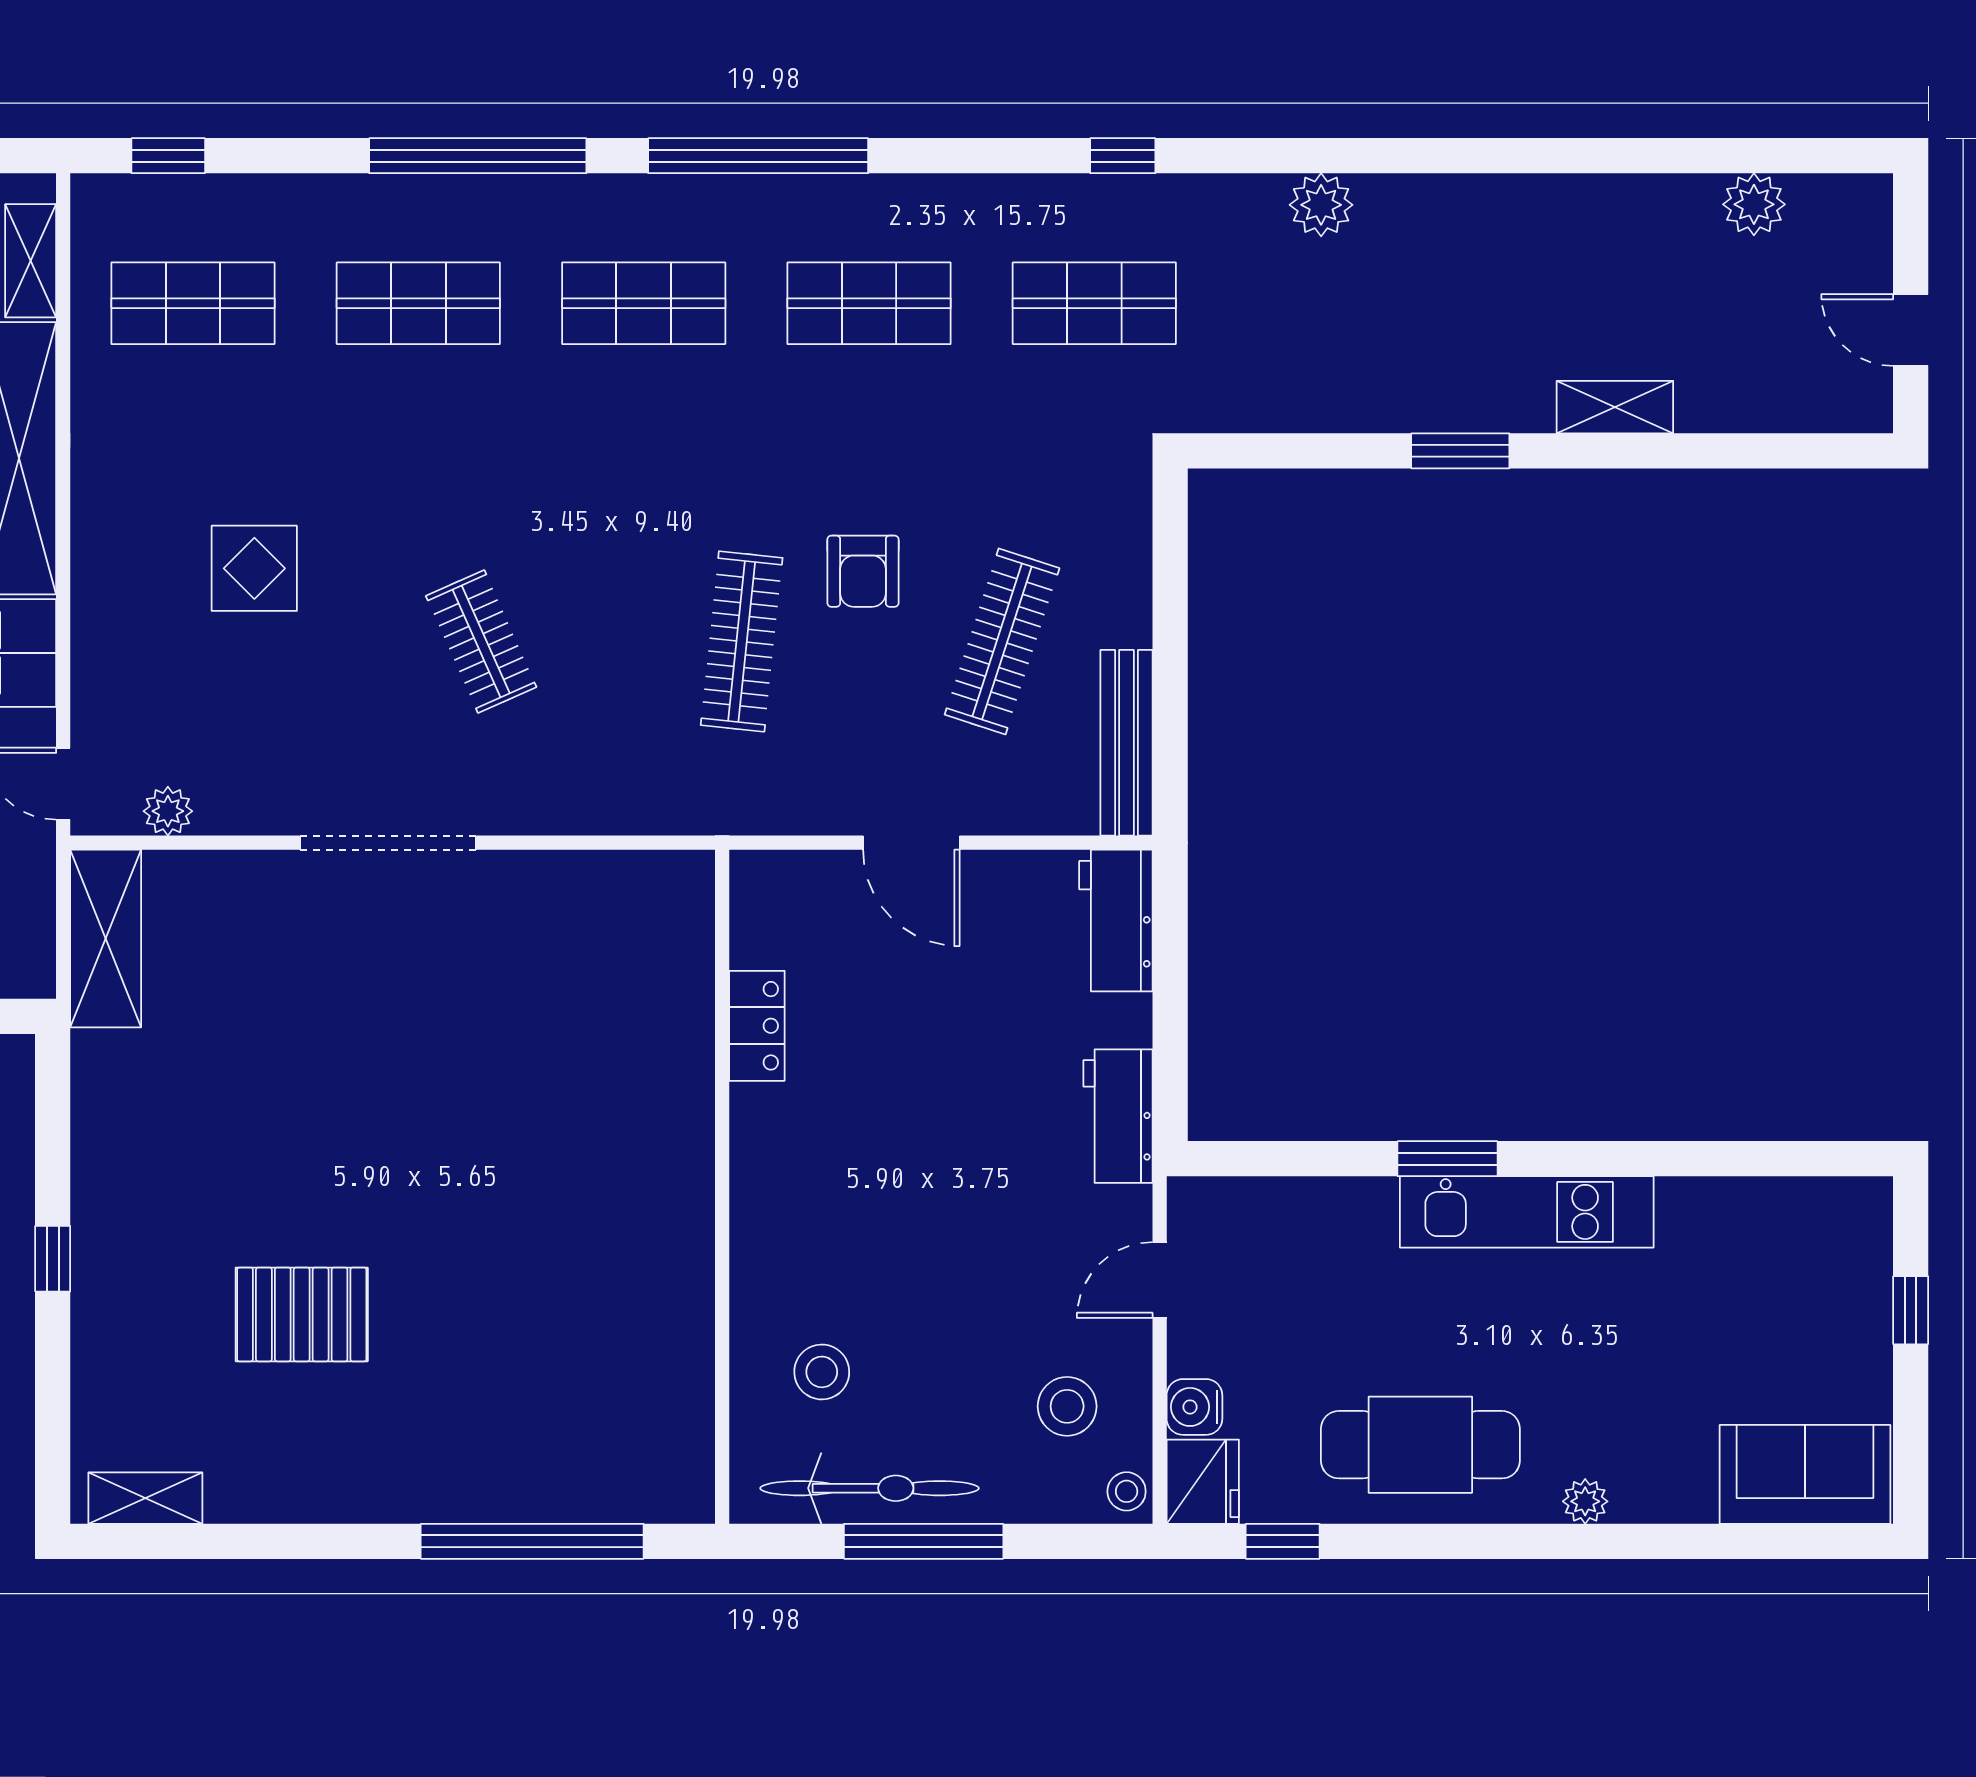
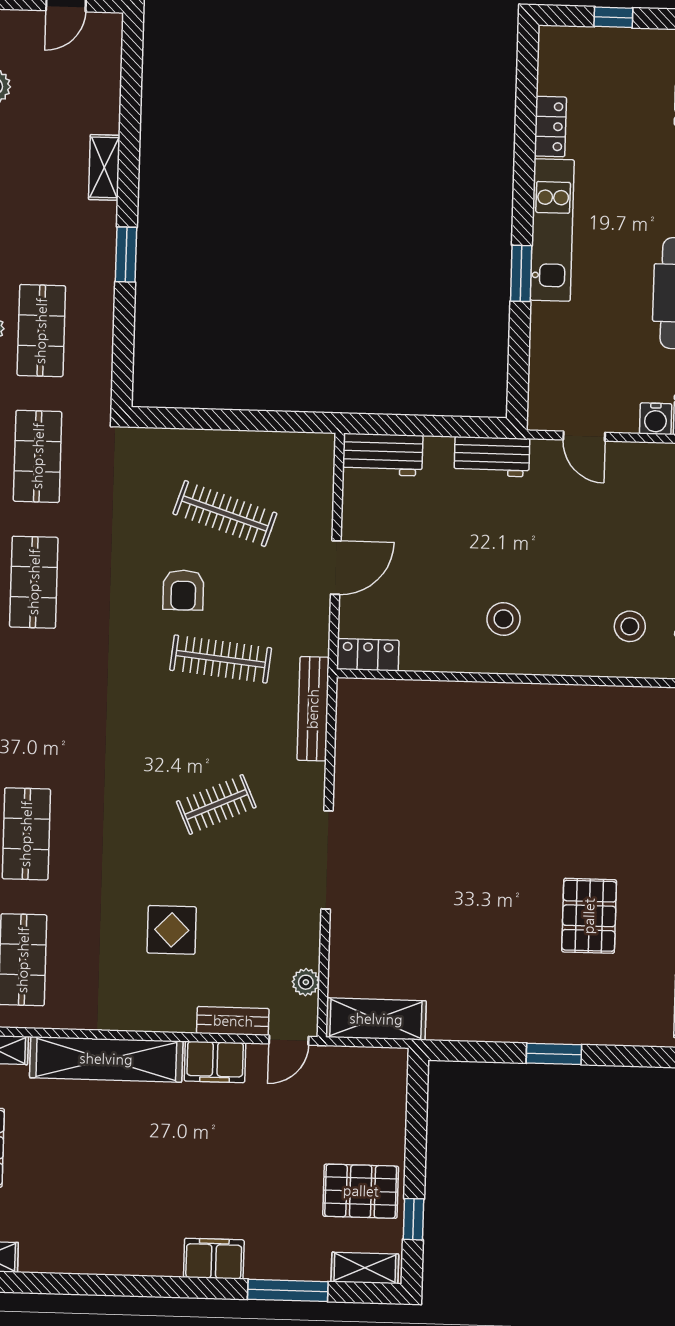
shop shelf: (644, 303) -> (41, 331), moved
armchair: (863, 571) -> (183, 590), turned 90
bench: (95, 683) -> (233, 1021), added
bench: (1127, 743) -> (313, 709), moved, turned 90
locker: (757, 1026) -> (368, 655), moved
locker: (1712, 1203) -> (550, 126), added
window: (53, 1259) -> (554, 1054), width x1.50
stool: (1067, 1406) -> (504, 619), moved

